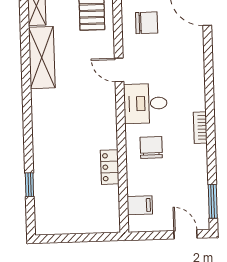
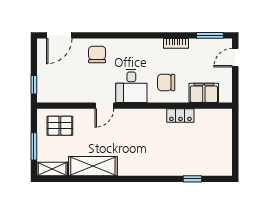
chair: (147, 23) -> (97, 54), moved
bookcase: (200, 128) -> (176, 43), moved
filing cabinet: (140, 205) -> (204, 93), width x2.00

